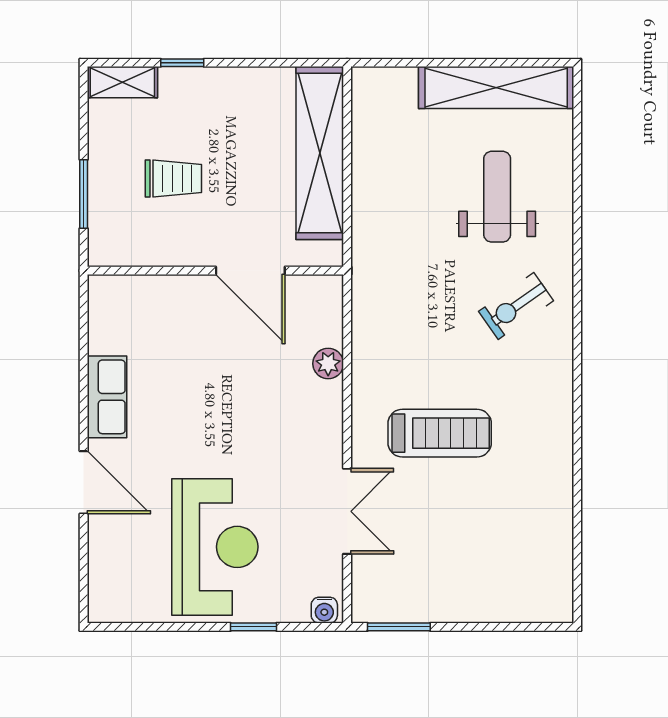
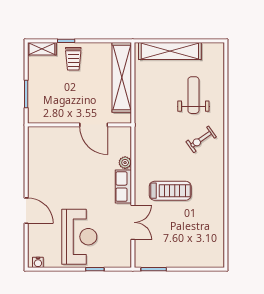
shelving: (496, 88) -> (170, 51), moved
trolley: (173, 178) -> (73, 59), moved, turned 90
row of seats: (107, 397) -> (123, 187), moved, turned 180
water cooler: (324, 610) -> (38, 262), moved

